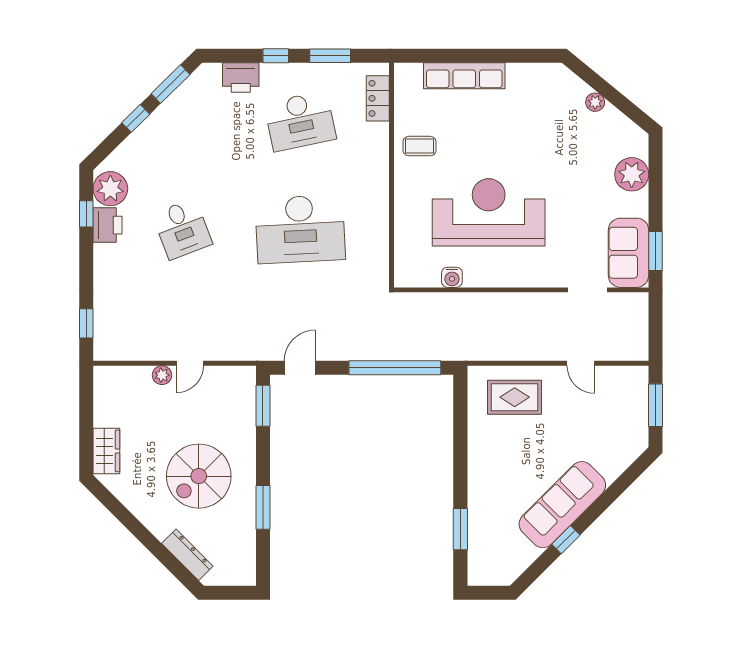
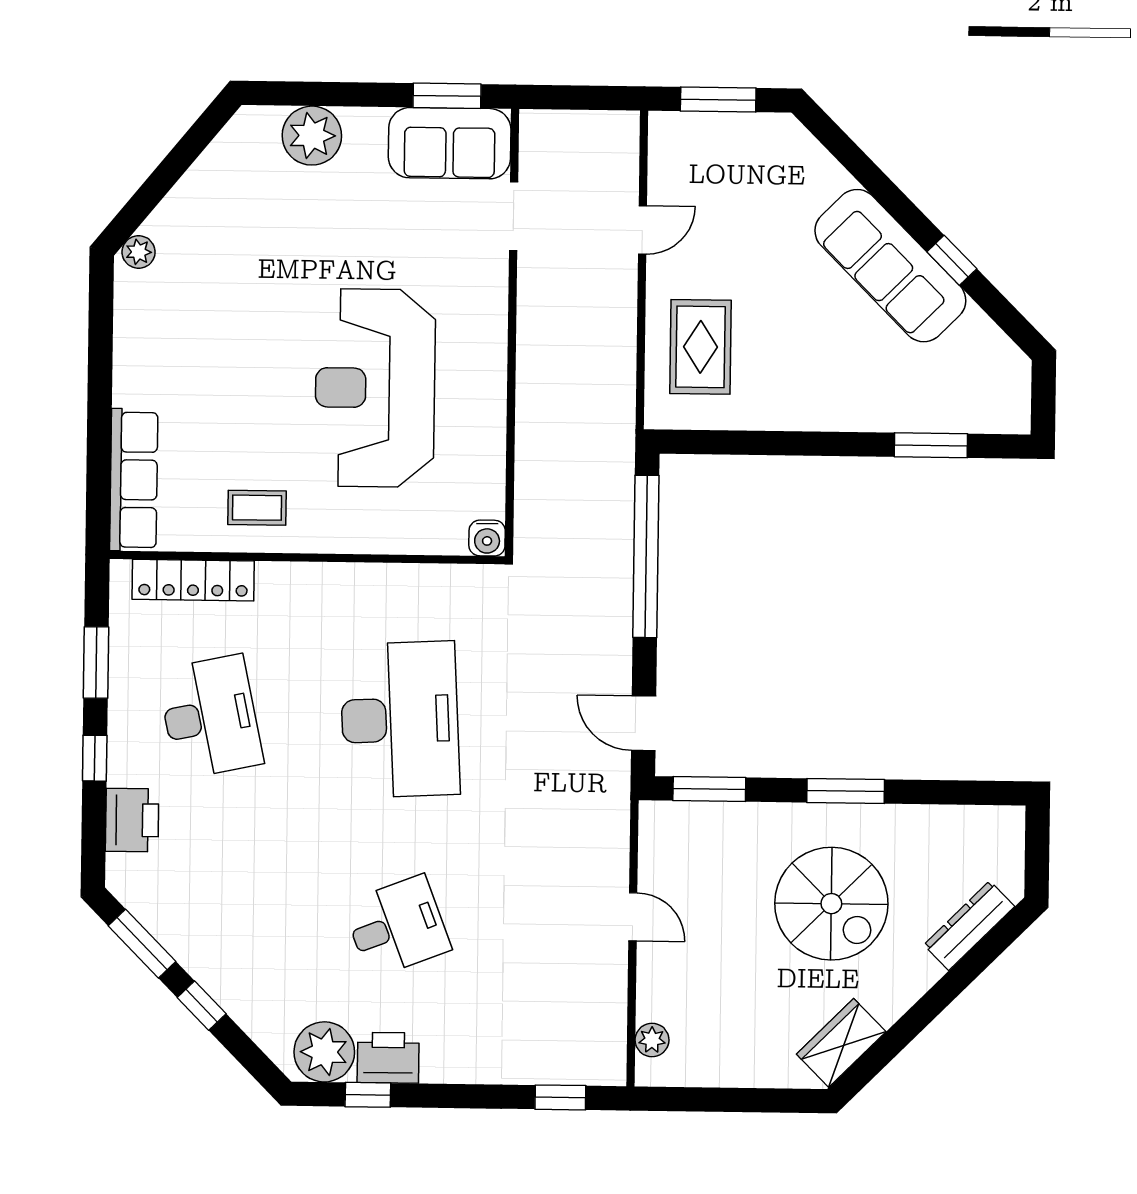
row of seats: (464, 76) -> (134, 480), moved
locker: (378, 98) -> (193, 580), width x1.53
plant: (595, 102) -> (139, 252), moved
coffee table: (420, 146) -> (257, 508), turned 90
water cooler: (452, 277) -> (487, 538), moved, turned 90
plant: (162, 375) -> (652, 1040), moved
wardrobe: (106, 451) -> (841, 1043), moved, turned -45
window: (263, 507) -> (846, 791), moved

